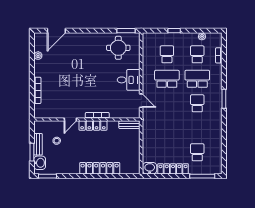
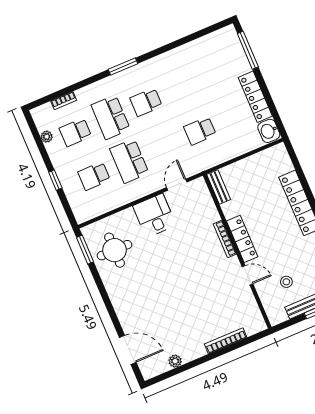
school desk: (197, 152) -> (200, 131), moved

